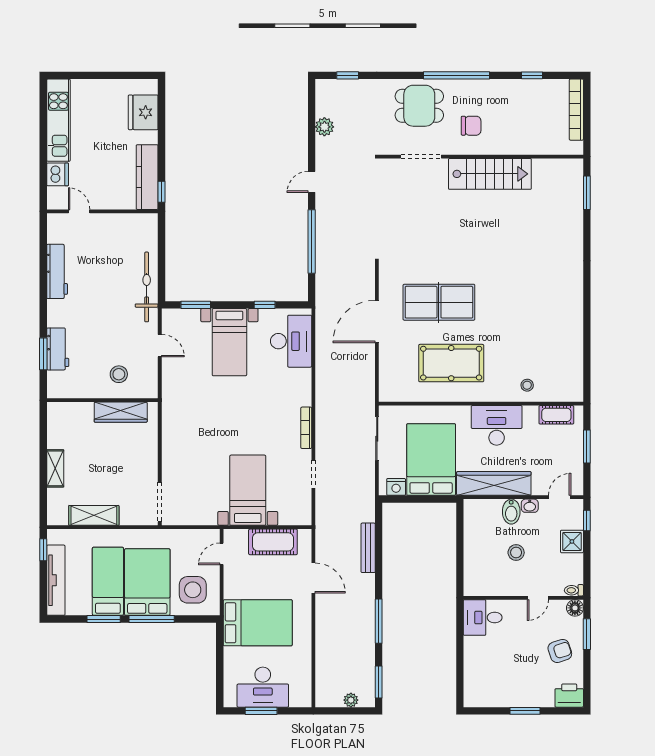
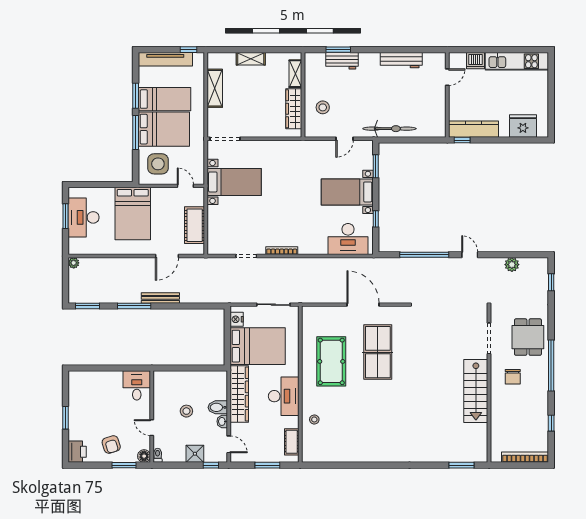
shelving: (75, 410) -> (295, 74), added
bed with nightstands: (248, 490) -> (234, 182), moved
bench: (368, 548) -> (160, 298), moved
plant: (351, 700) -> (74, 263), moved

